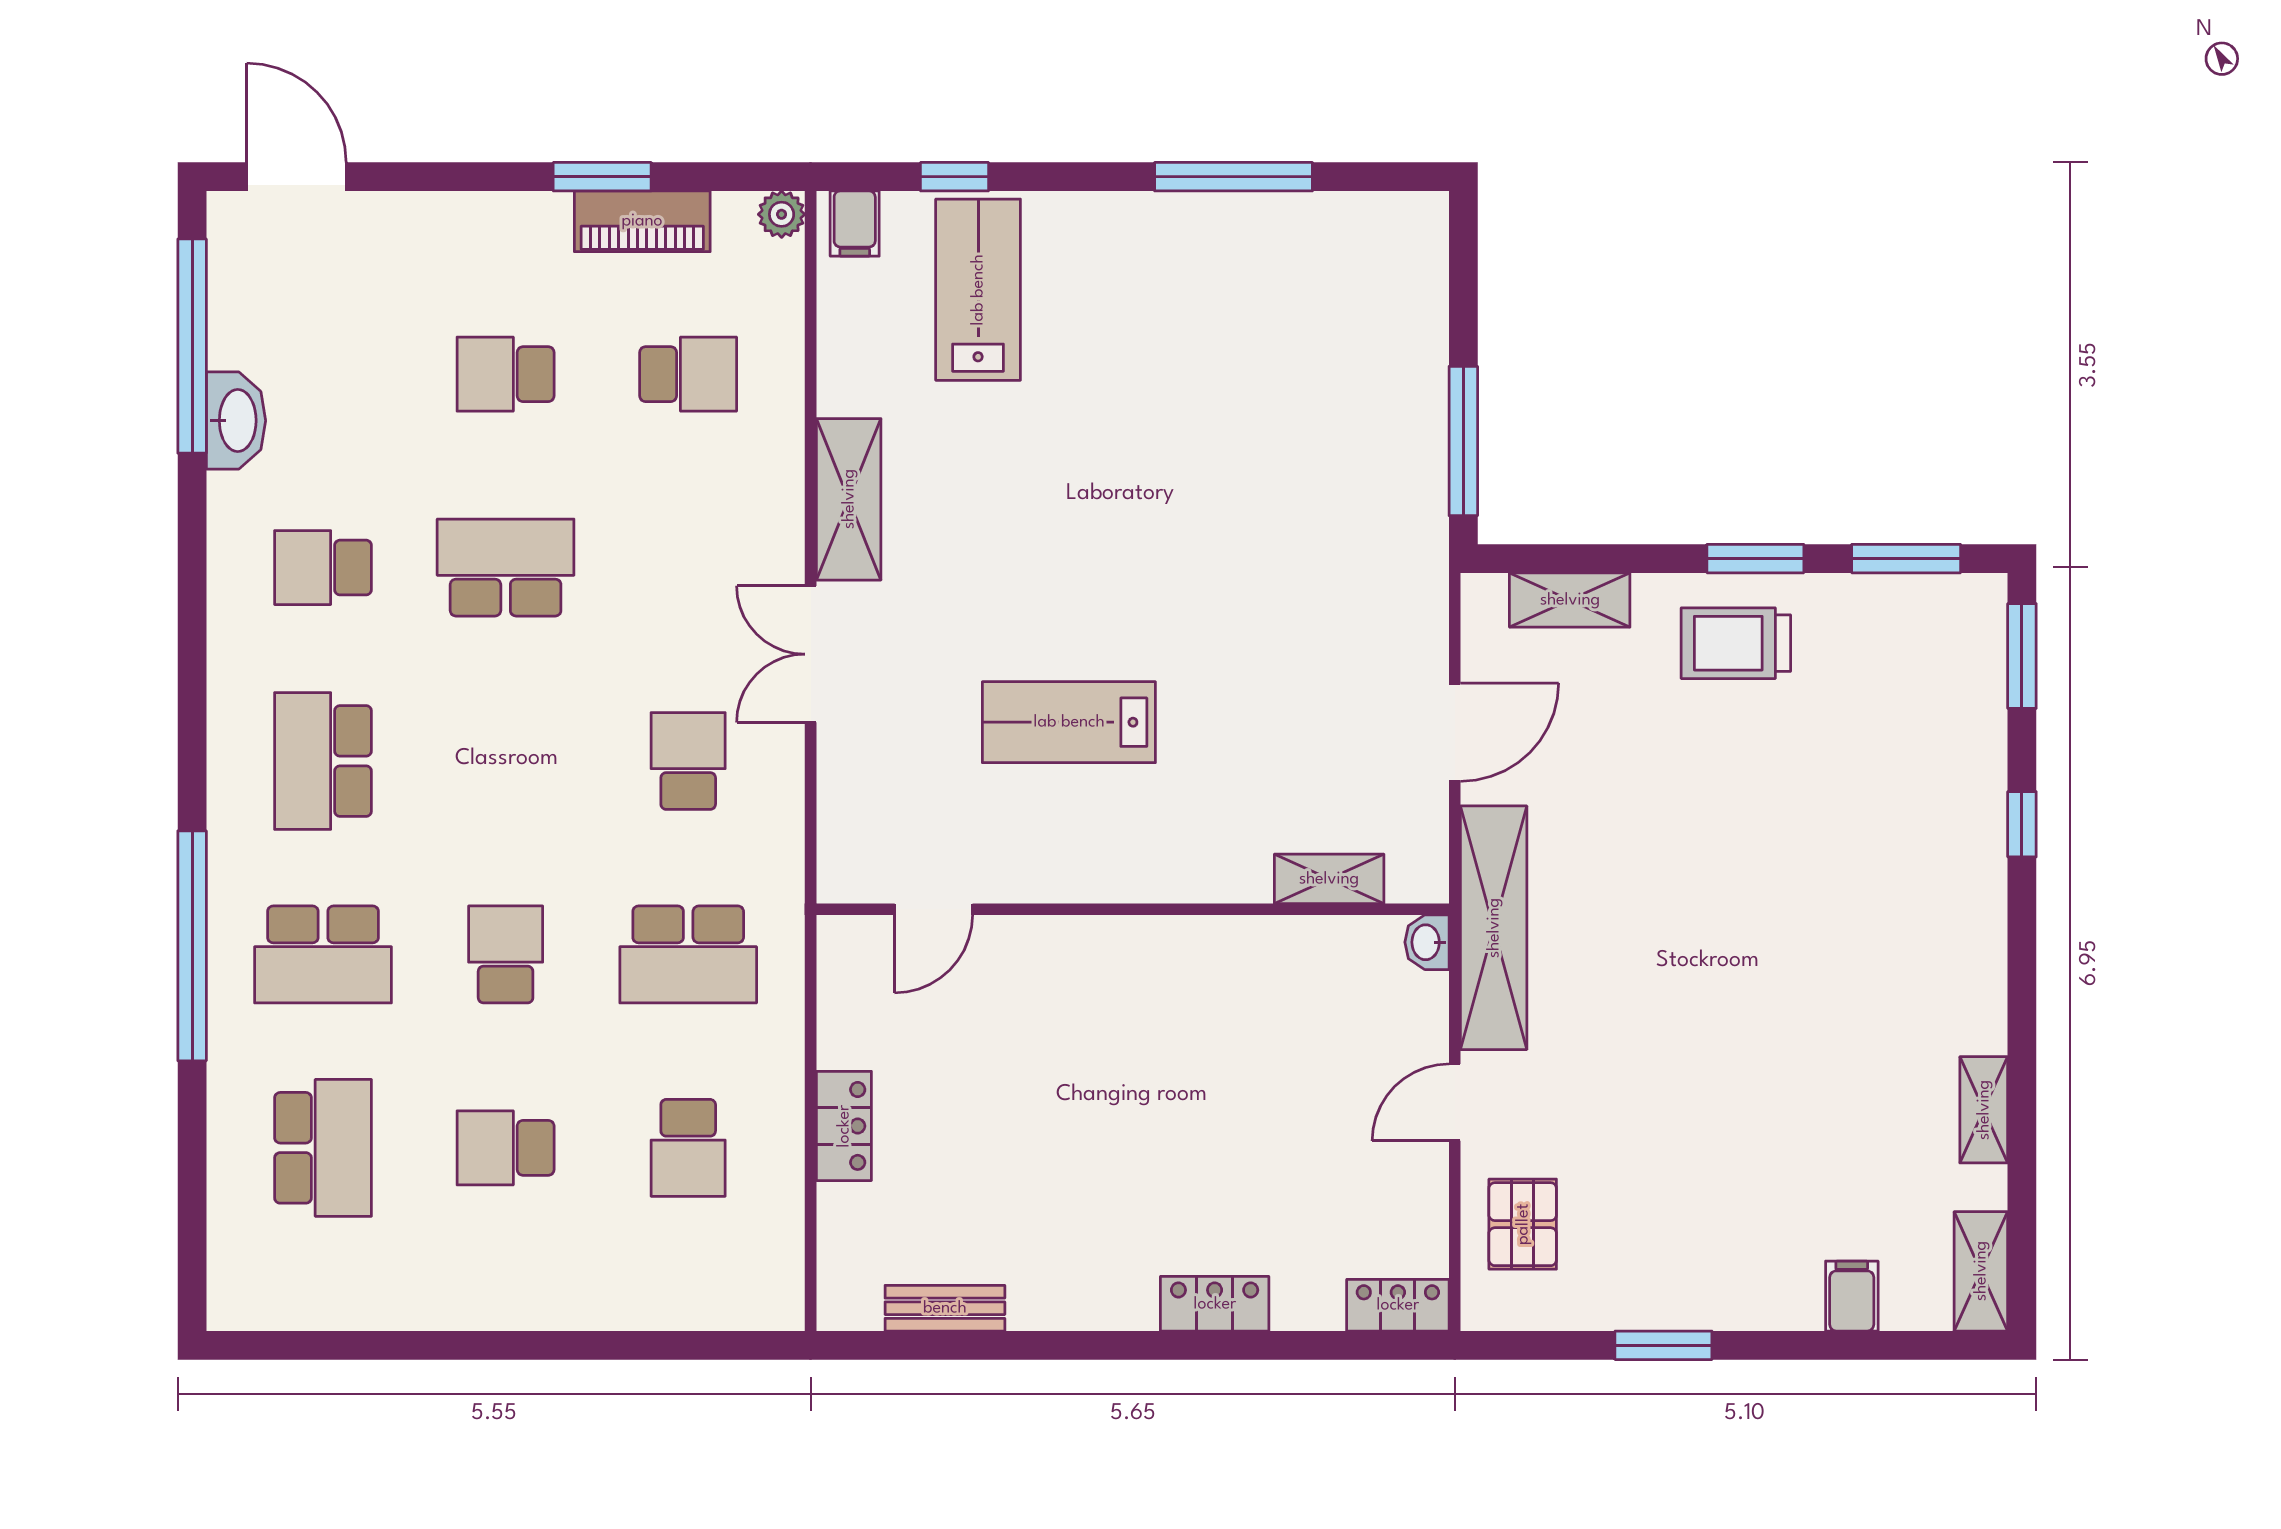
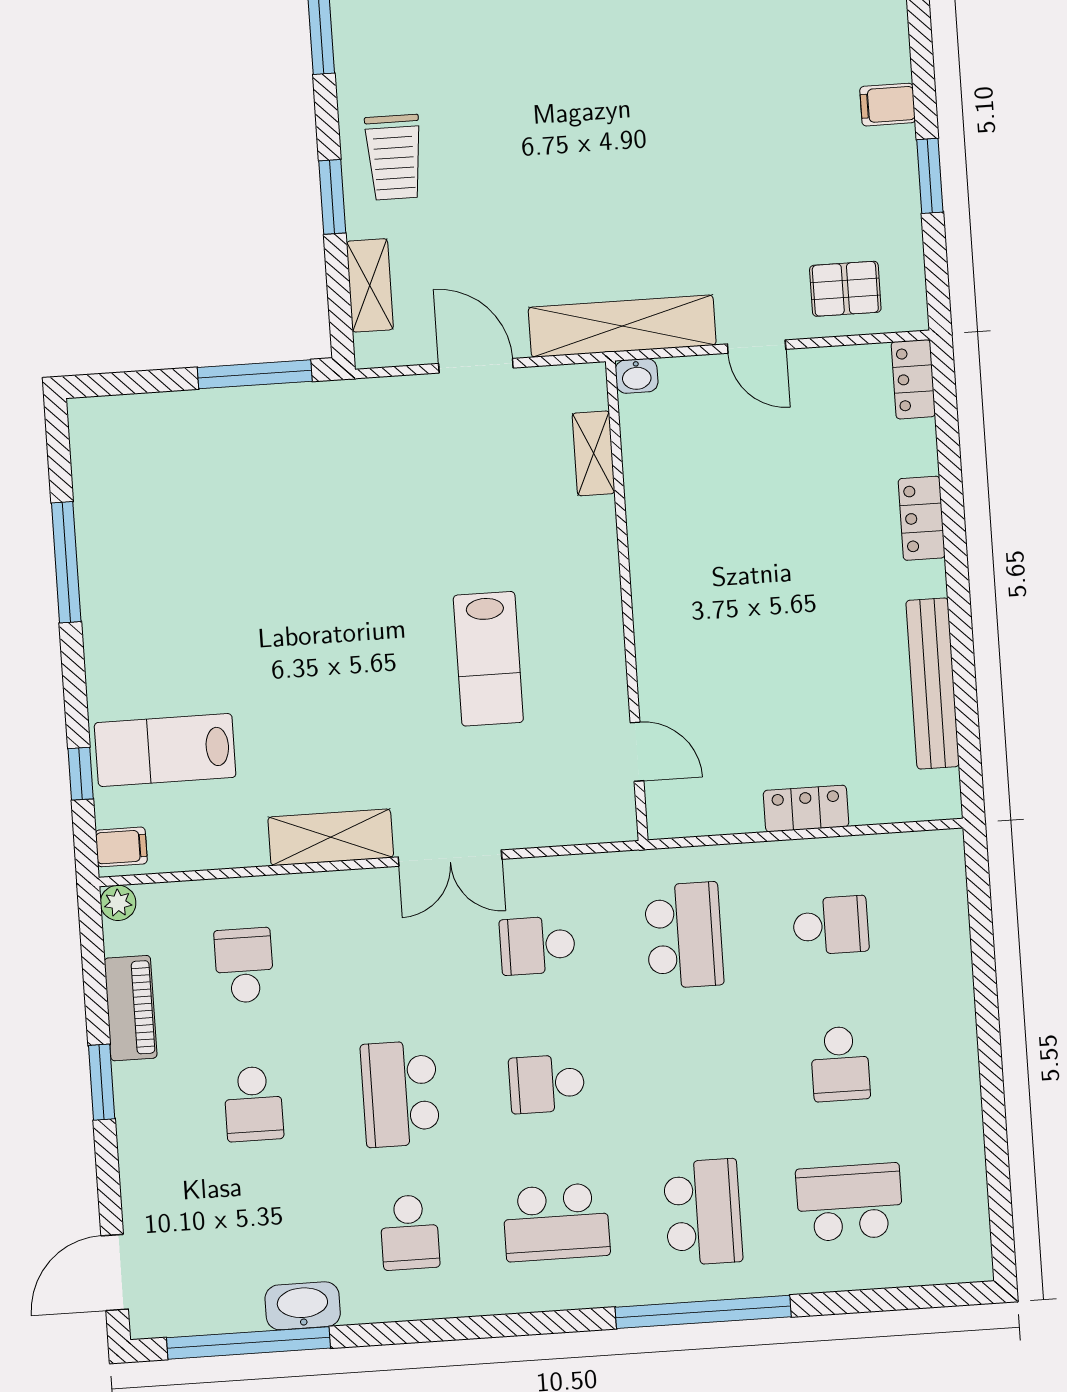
window: (602, 177) -> (102, 1082), moved
window: (1755, 559) -> (332, 197), moved
school desk: (506, 954) -> (547, 1084), moved
filing cabinet: (1852, 1296) -> (888, 105), moved
bench: (945, 1308) -> (933, 683), width x1.86, depth x1.21

